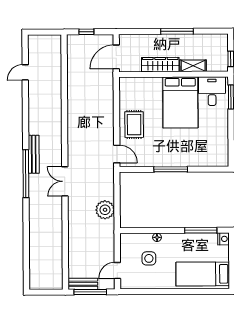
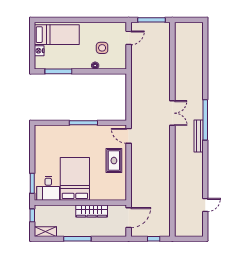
shelving: (193, 66) -> (45, 232), moved
plant: (105, 210) -> (139, 89), removed
nightstand: (223, 239) -> (39, 51), moved
bench: (83, 284) -> (158, 27), removed

